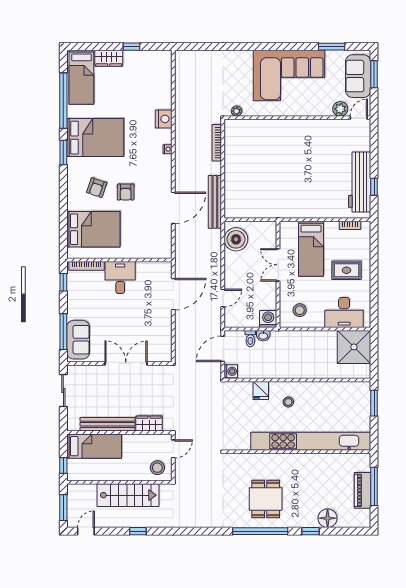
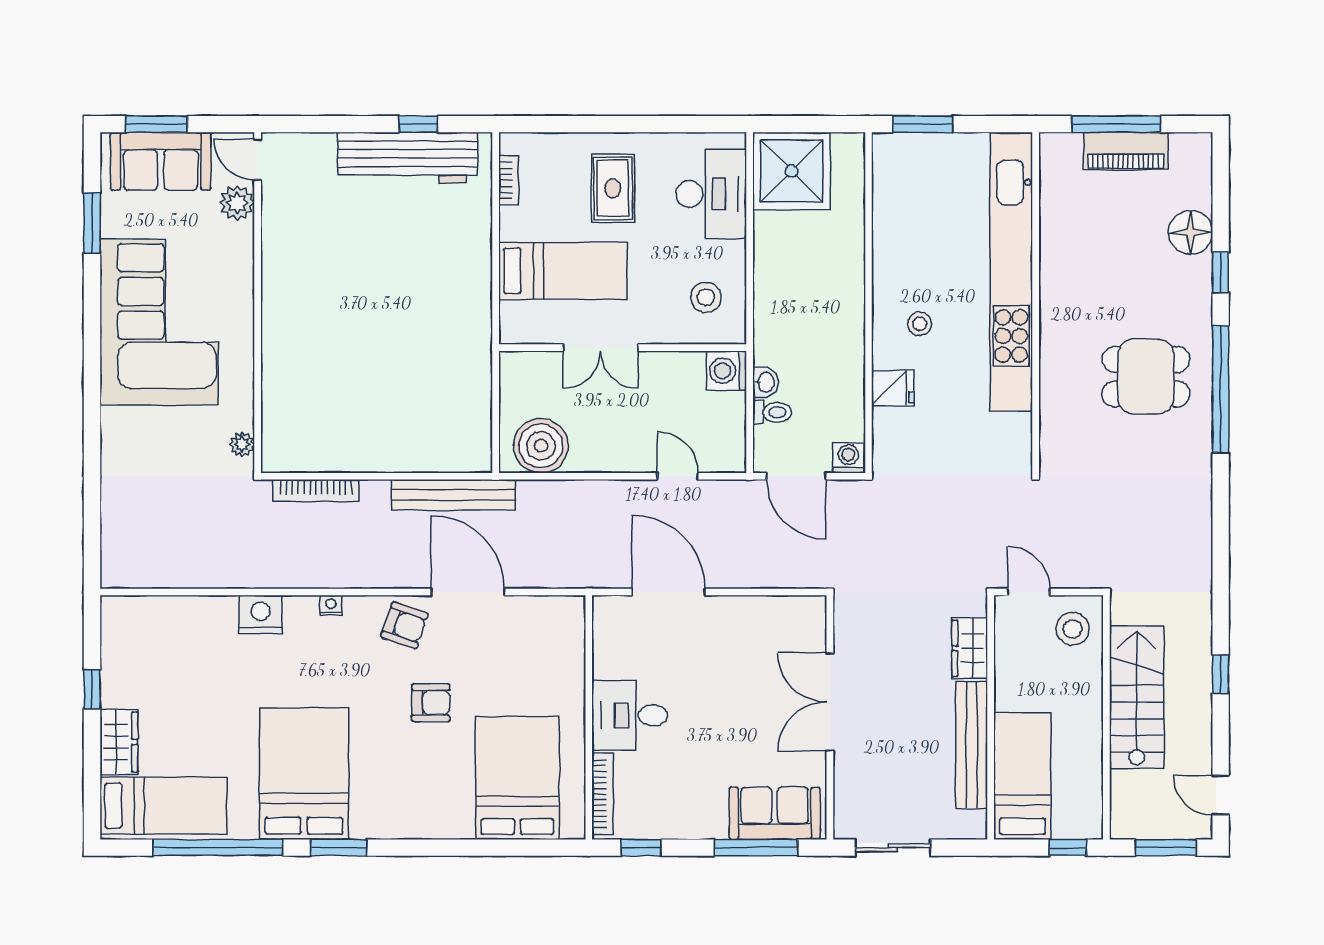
armchair: (97, 188) -> (404, 625), moved

